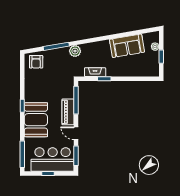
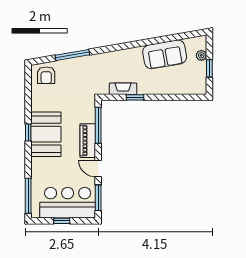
plant: (75, 51) -> (97, 61), removed
booth: (36, 120) -> (46, 134), moved

